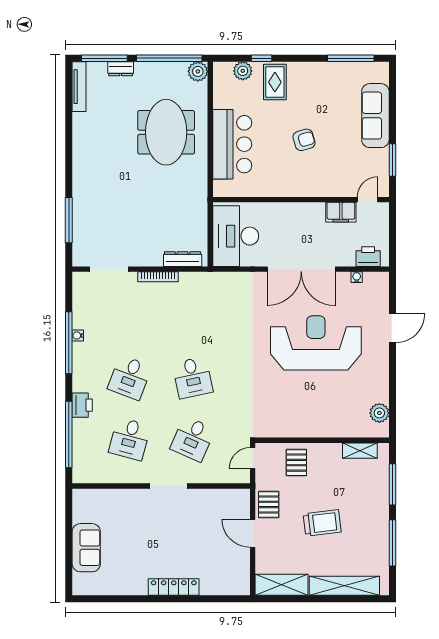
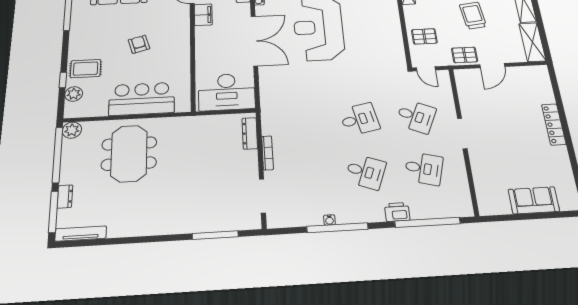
meeting table: (166, 132) -> (129, 154), turned 90

